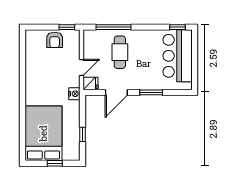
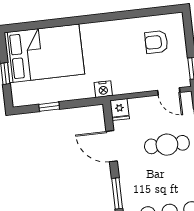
armchair: (55, 40) -> (156, 42), moved
door: (81, 67) -> (169, 91), moved

